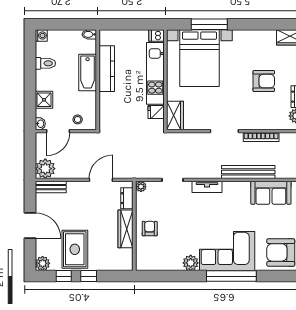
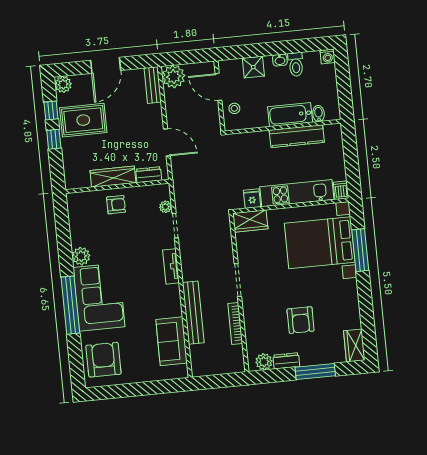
bidet: (89, 34) -> (319, 114), moved
washbasin: (40, 124) -> (280, 60), moved
plant: (141, 187) -> (165, 207), moved

